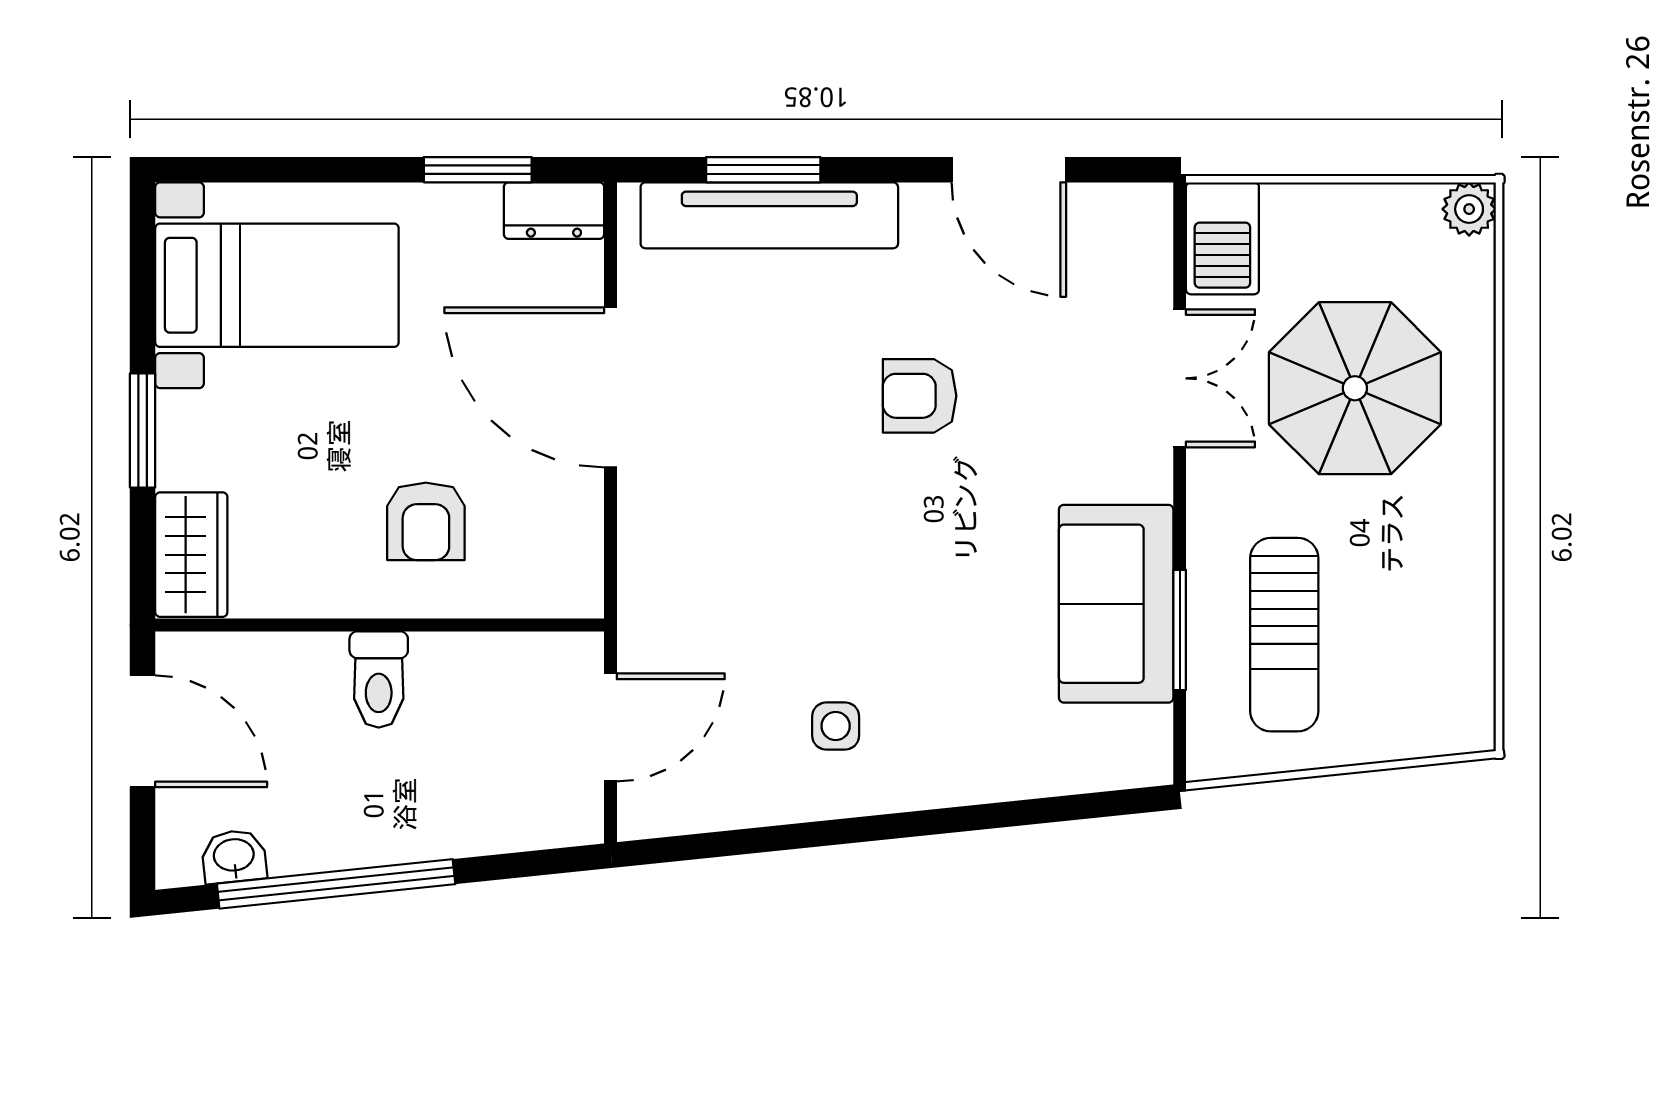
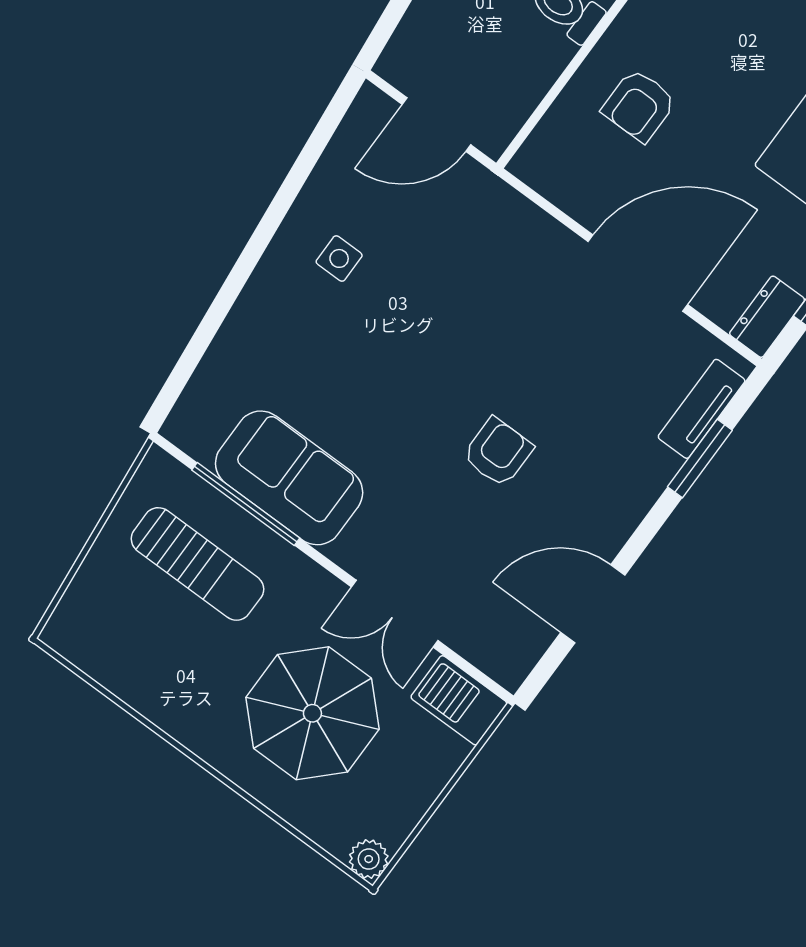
tv unit: (769, 215) -> (702, 409), width x0.52, depth x0.78
armchair: (426, 521) -> (639, 105), turned -90
window: (1180, 630) -> (246, 504), width x1.44
sun lounger: (1284, 635) -> (197, 564), turned 180
door: (611, 727) -> (436, 125), hinge flipped

